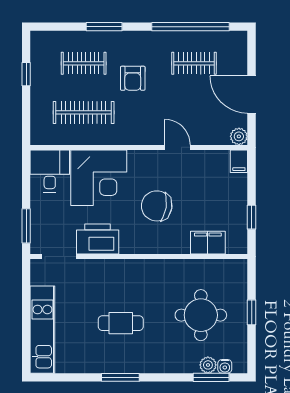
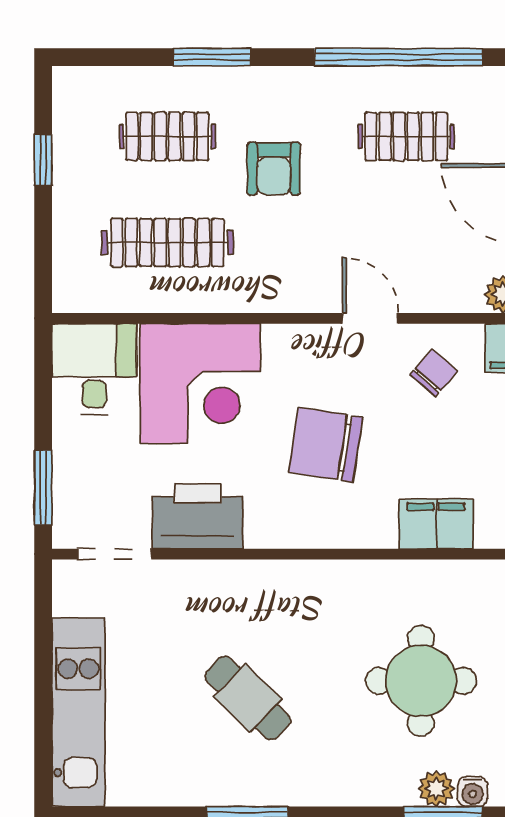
chair: (207, 173) -> (434, 373), added
cafe table: (121, 323) -> (248, 698), turned 44

